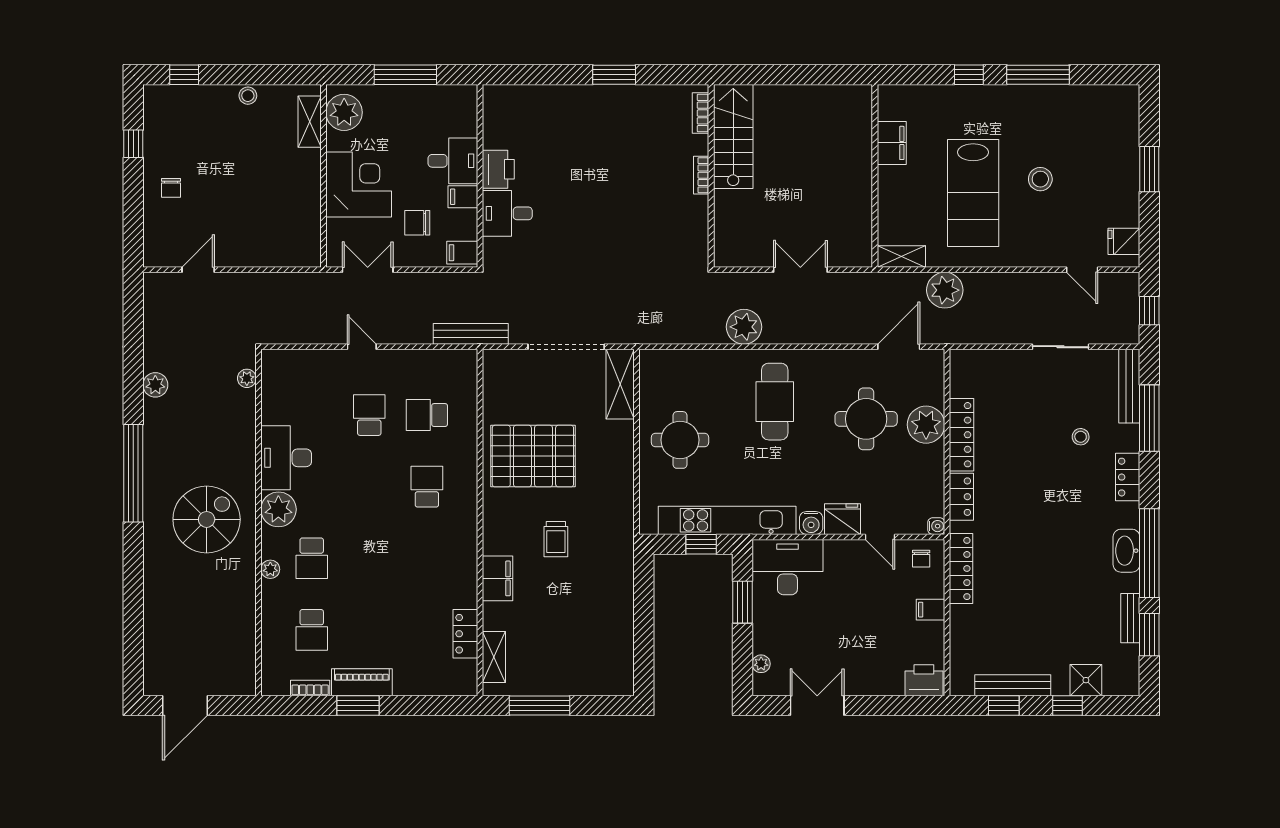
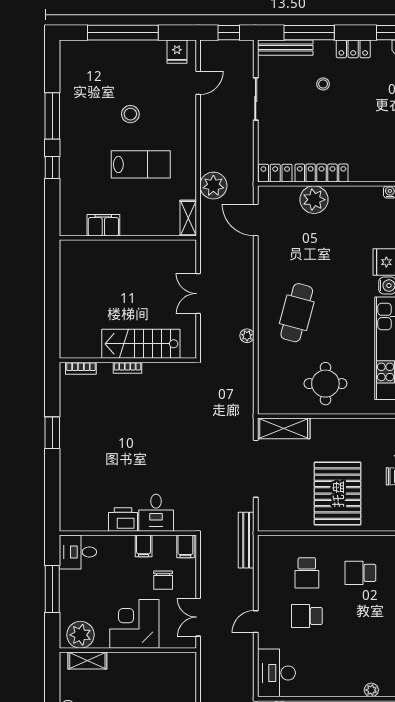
stairs: (733, 136) -> (141, 344), moved
desk: (453, 161) -> (78, 552), moved, turned -90
window: (1149, 169) -> (123, 33), width x2.11
lab bench: (973, 193) -> (141, 164), width x0.73, depth x0.72
plant: (744, 327) -> (247, 336), width x0.53, depth x0.53
cafe table: (775, 402) -> (297, 313), turned -75
round table: (866, 419) -> (310, 244), removed
desk: (286, 458) -> (276, 673), moved, turned 90
locker: (961, 497) -> (275, 173), moved
plant: (278, 509) -> (371, 690), width x0.53, depth x0.53

